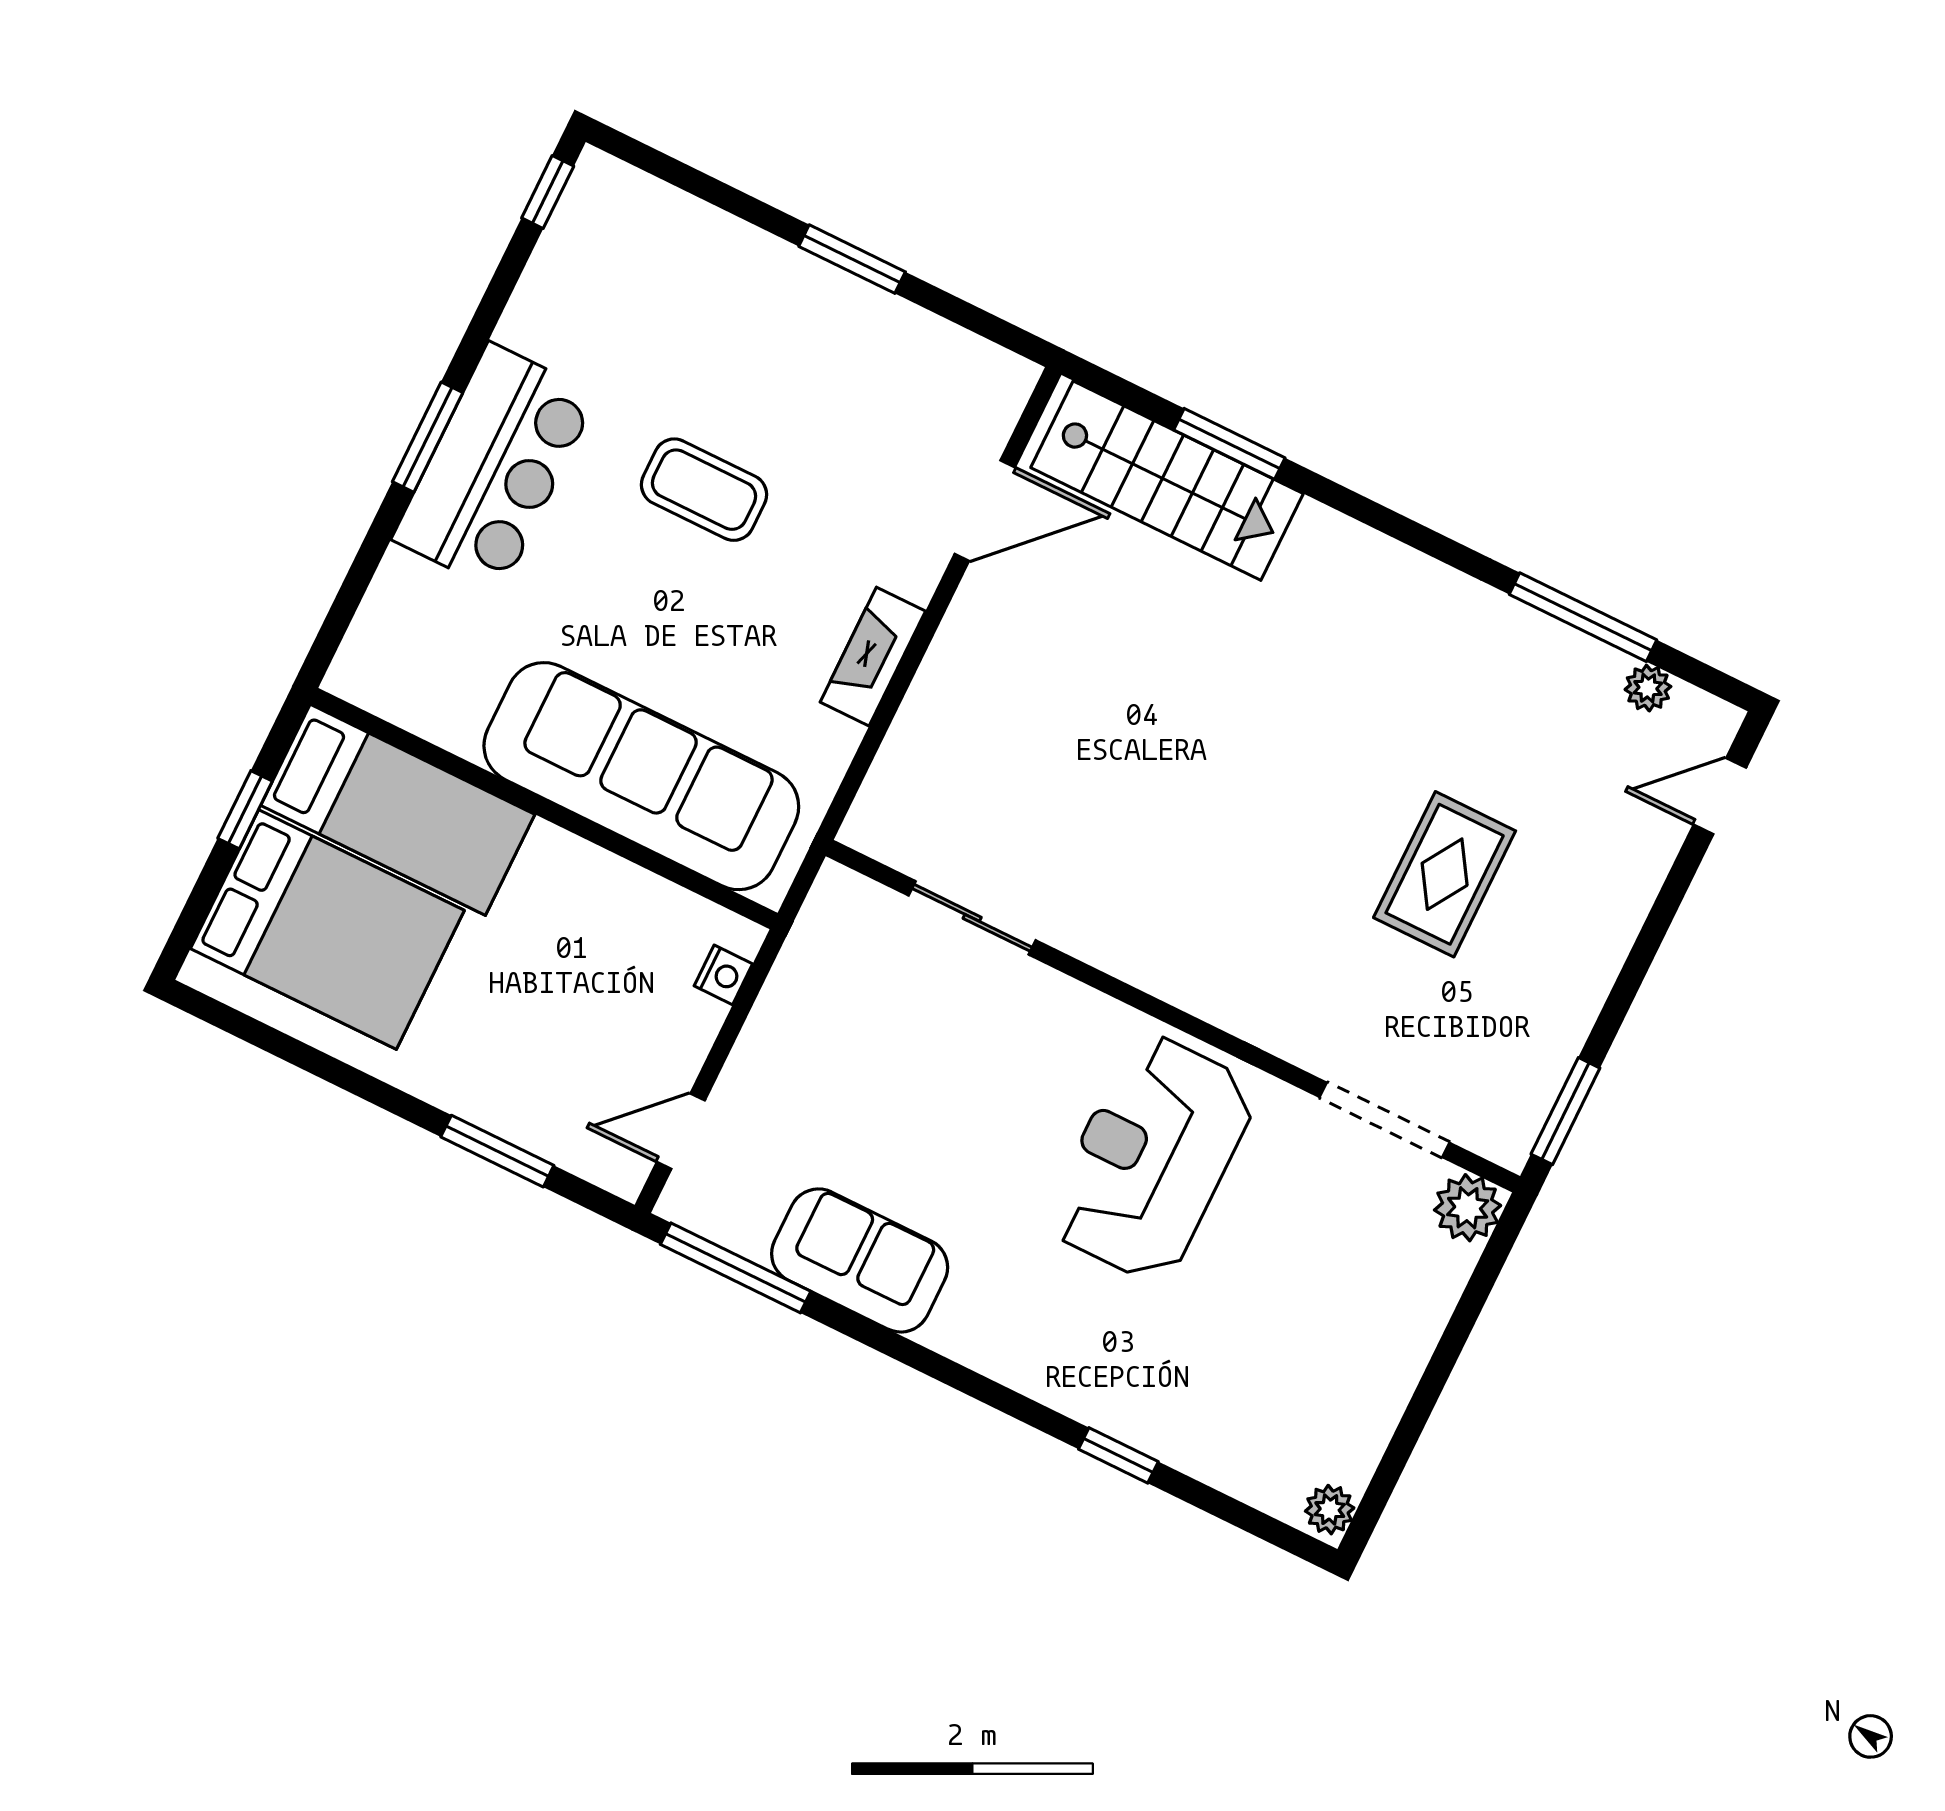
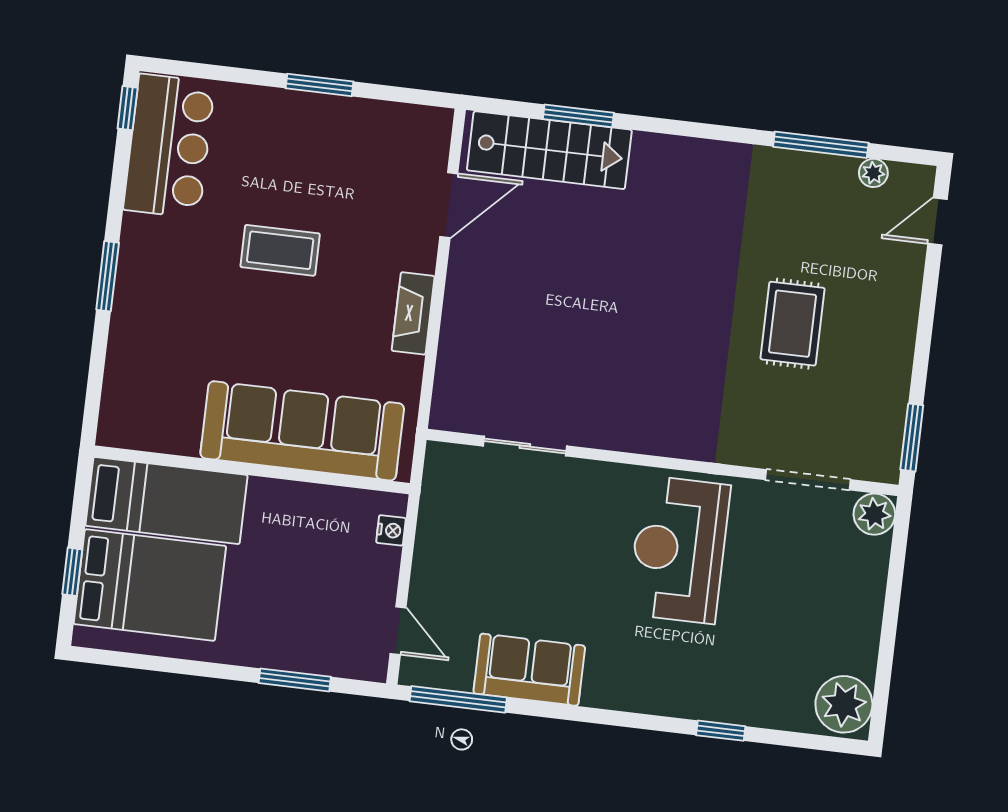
bar counter: (495, 467) -> (169, 146), moved
window: (245, 810) -> (72, 572), moved
door: (681, 1131) -> (398, 631), swing flipped
plant: (1330, 1510) -> (844, 704), width x1.88, depth x1.88

